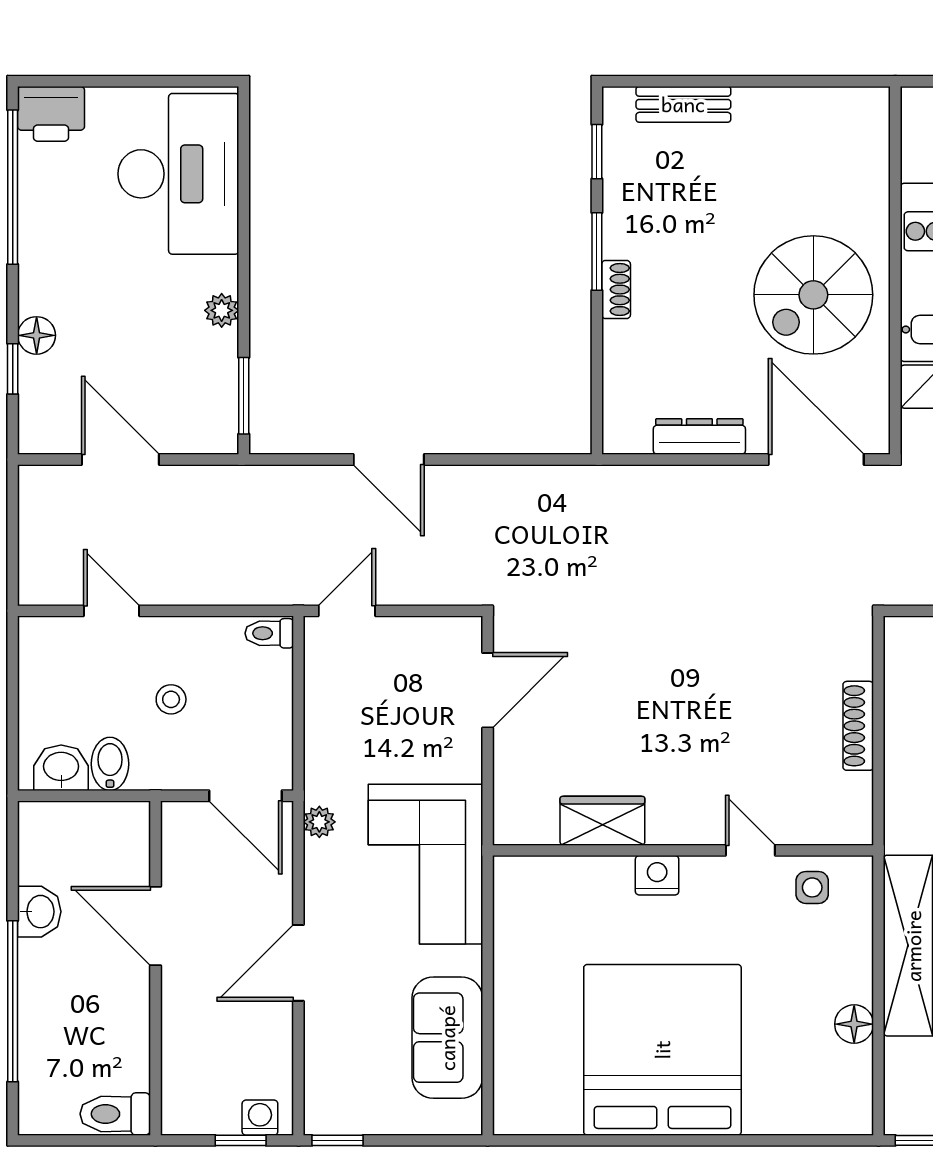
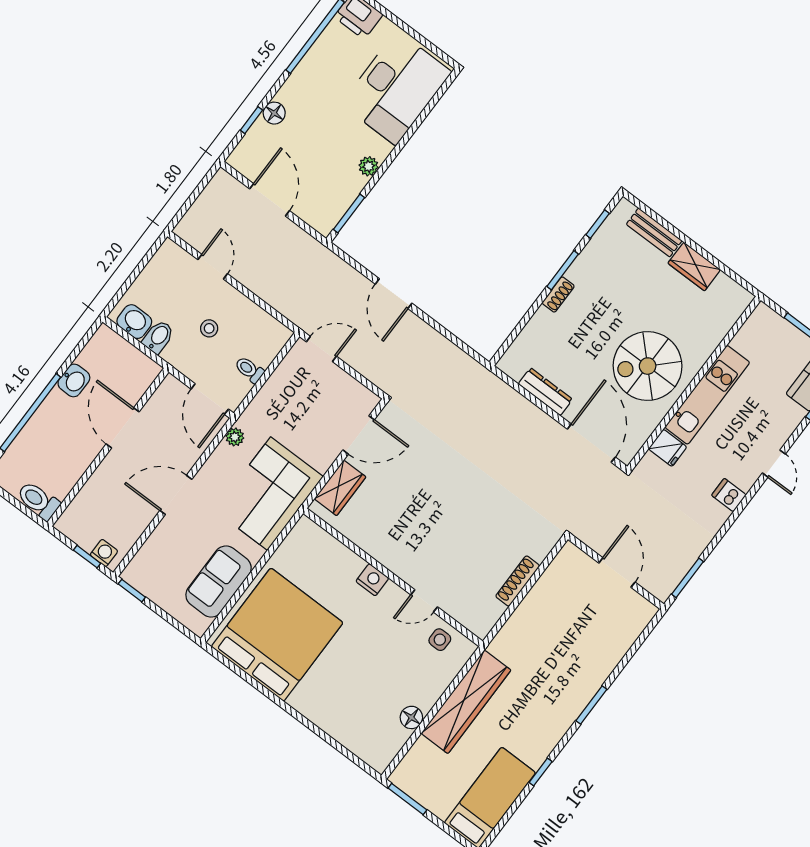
wardrobe: (774, 109) -> (694, 266), added
toilet: (269, 633) -> (249, 370), moved
wardrobe: (602, 821) -> (340, 488), moved, turned 90
door: (750, 850) -> (424, 601), swing flipped
bed: (662, 1050) -> (277, 635), moved

